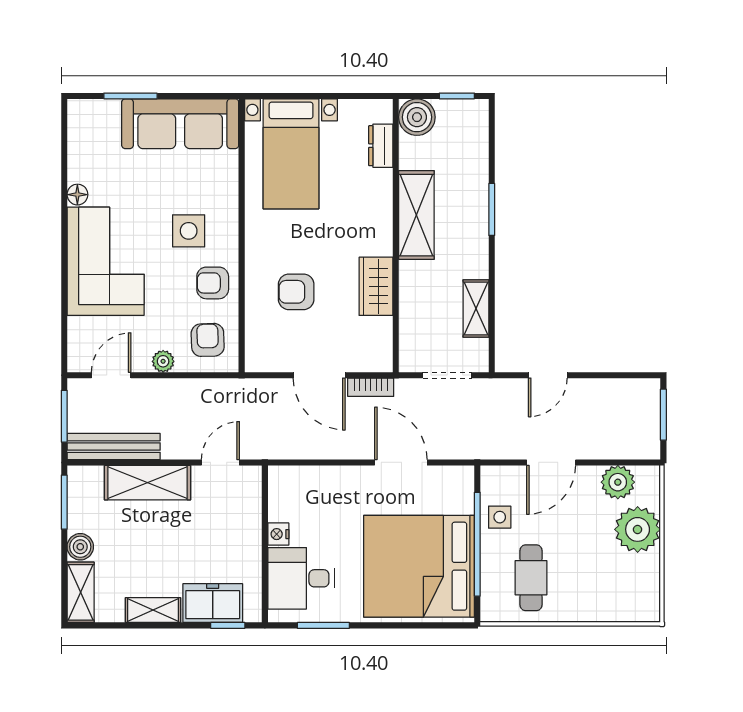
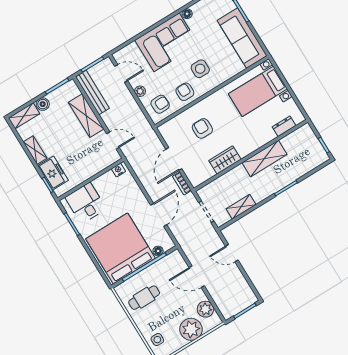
boiler: (417, 117) -> (305, 134), removed
floor lamp: (464, 503) -> (158, 251), added
side table: (500, 517) -> (157, 340), moved
nightstand: (278, 534) -> (118, 170), moved

